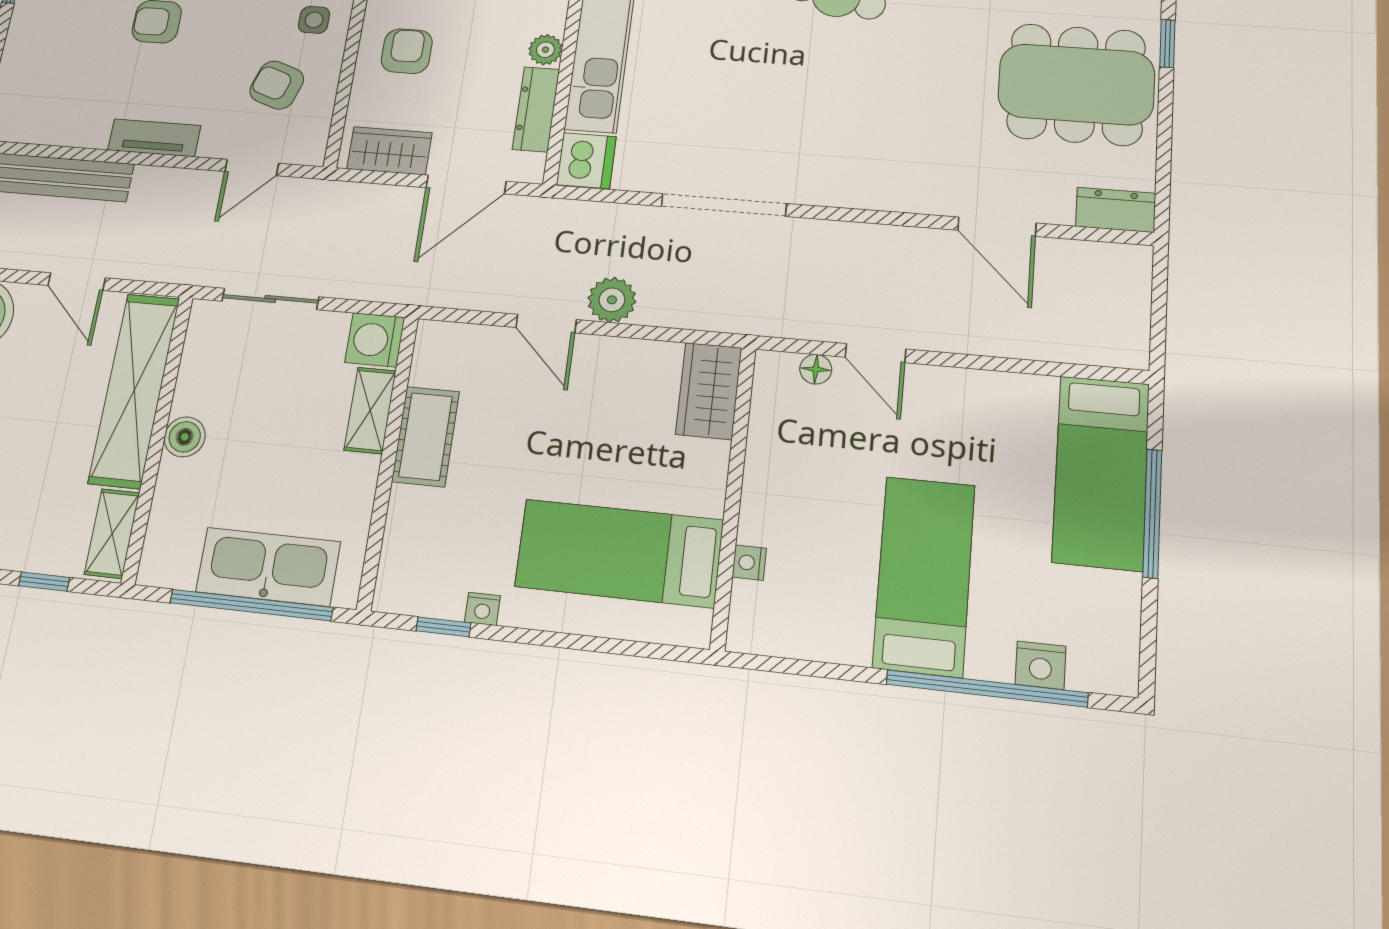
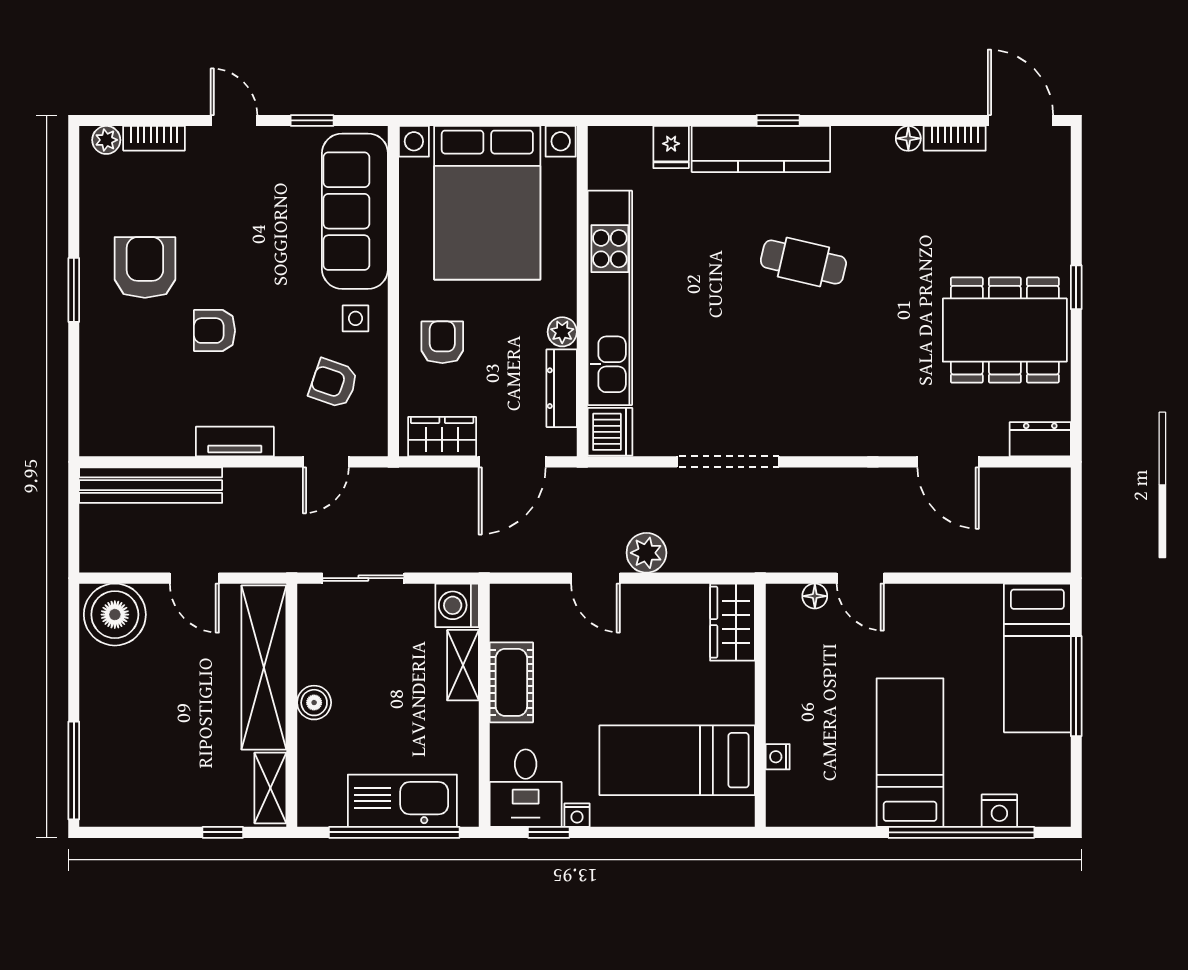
desk: (423, 568) -> (526, 788), added

